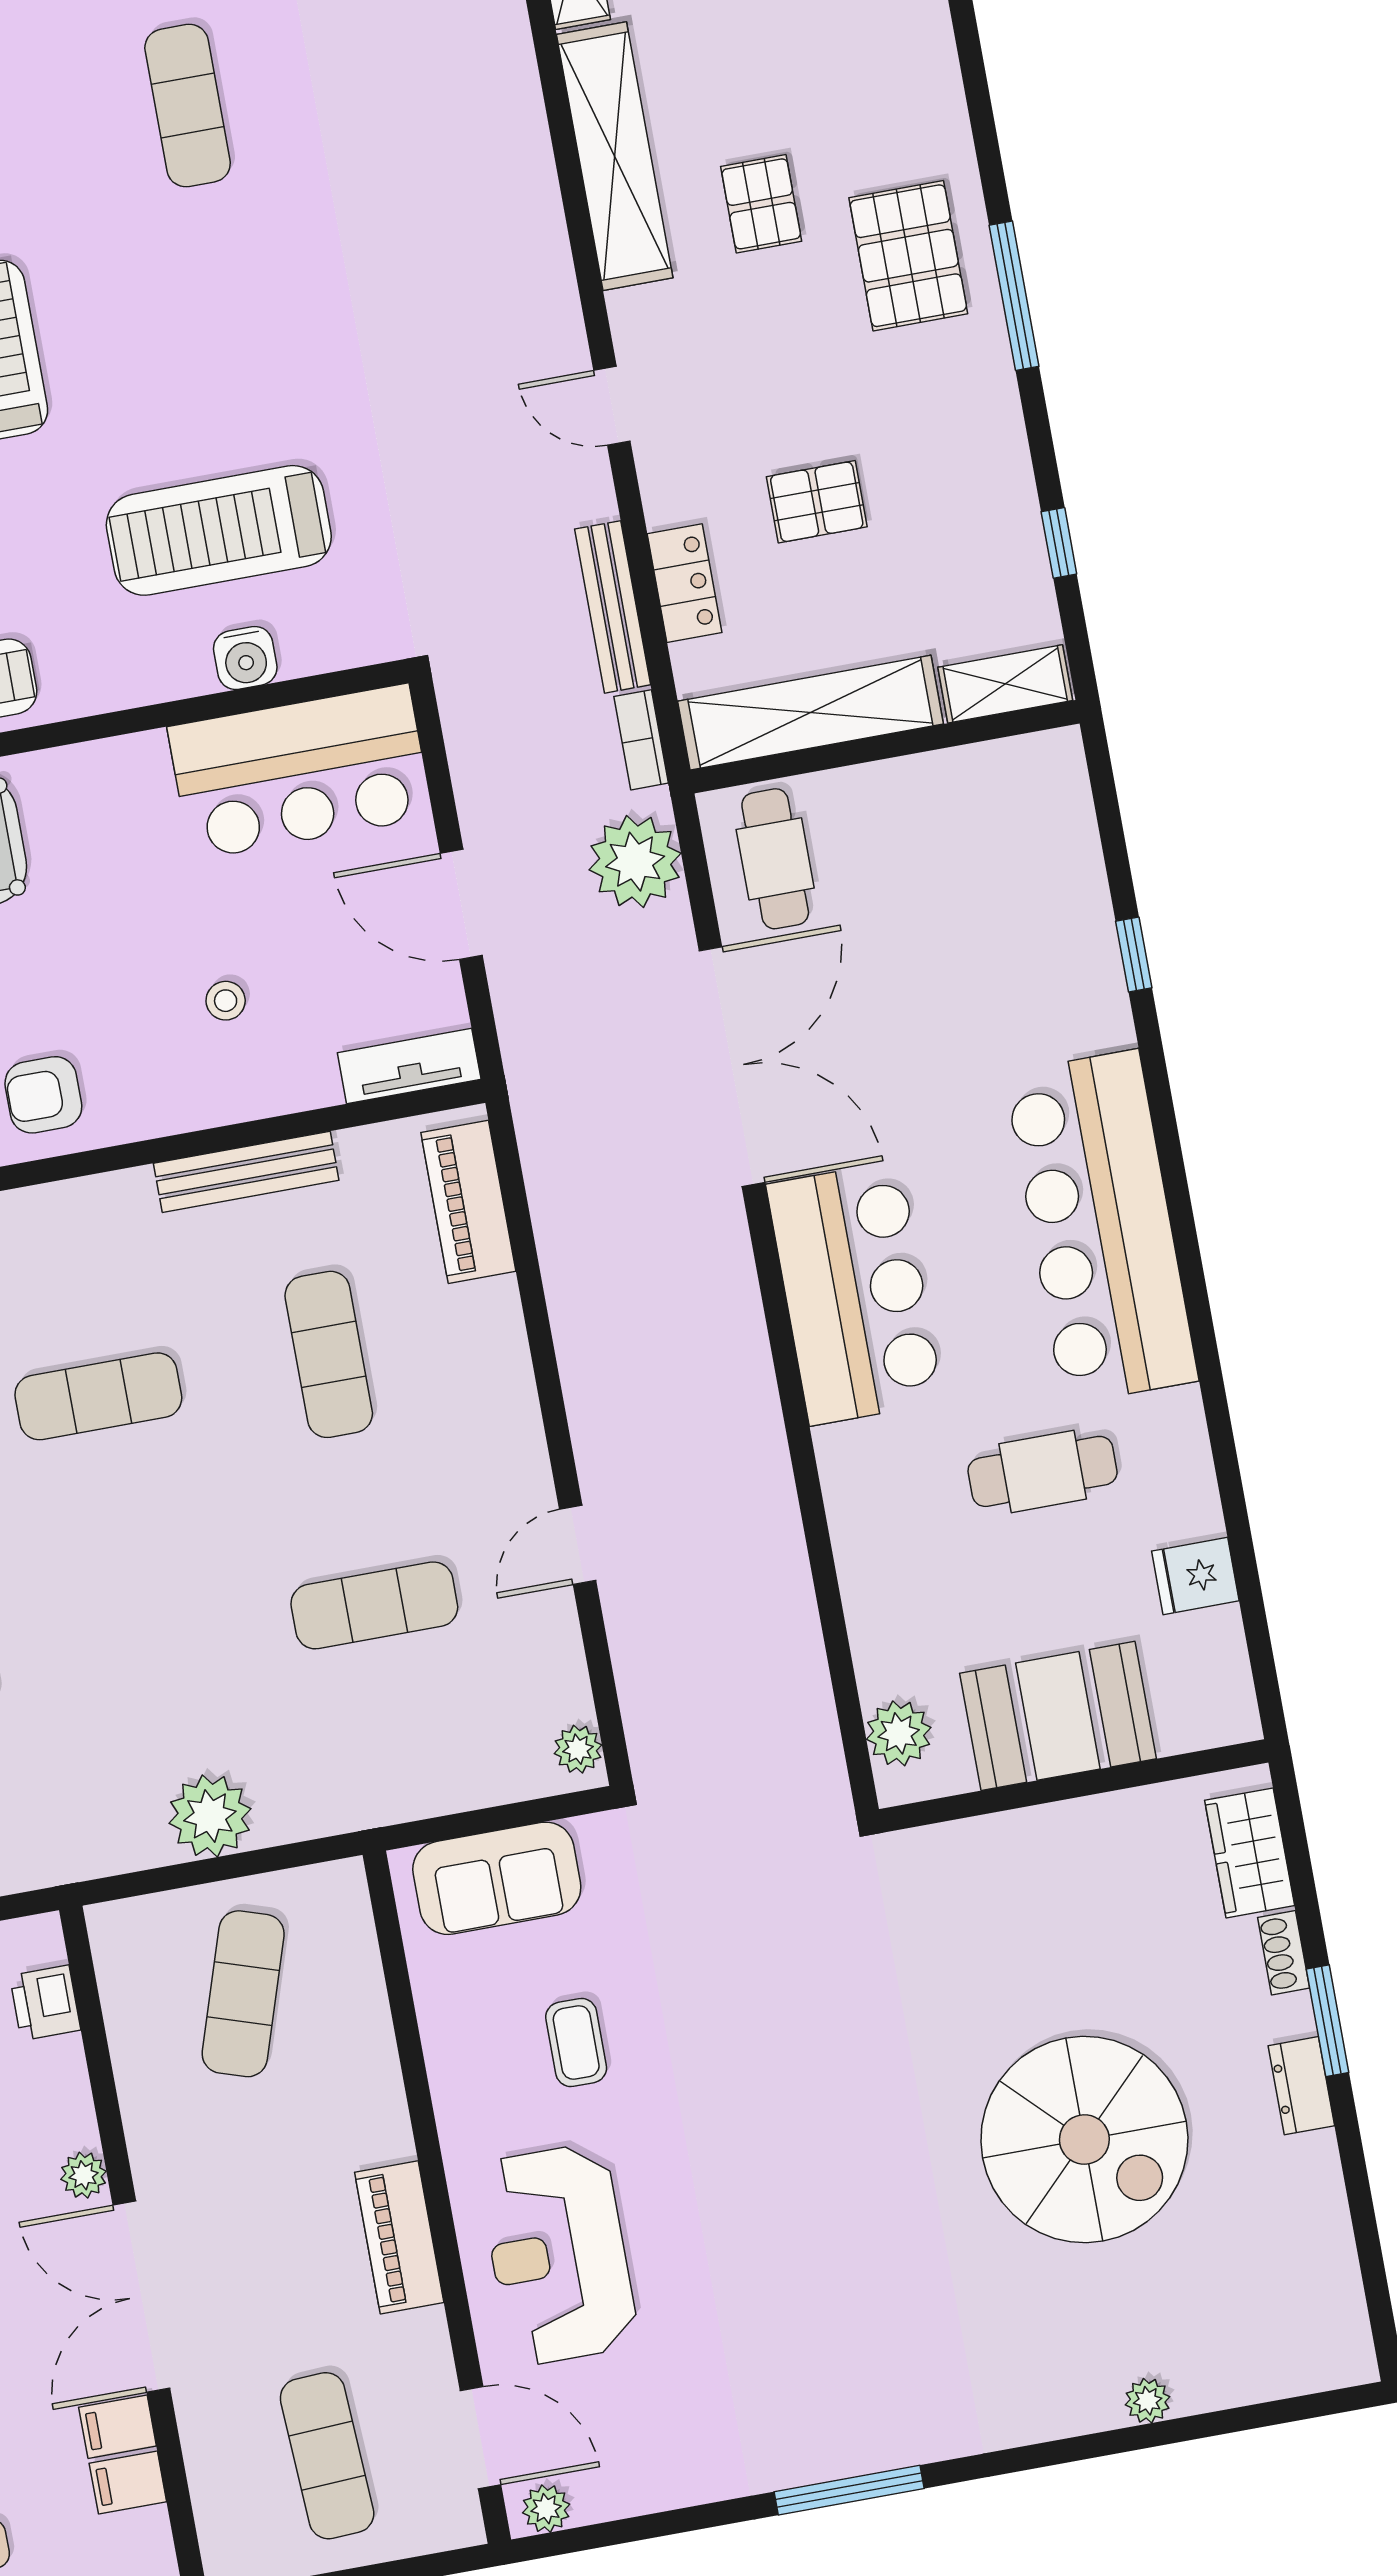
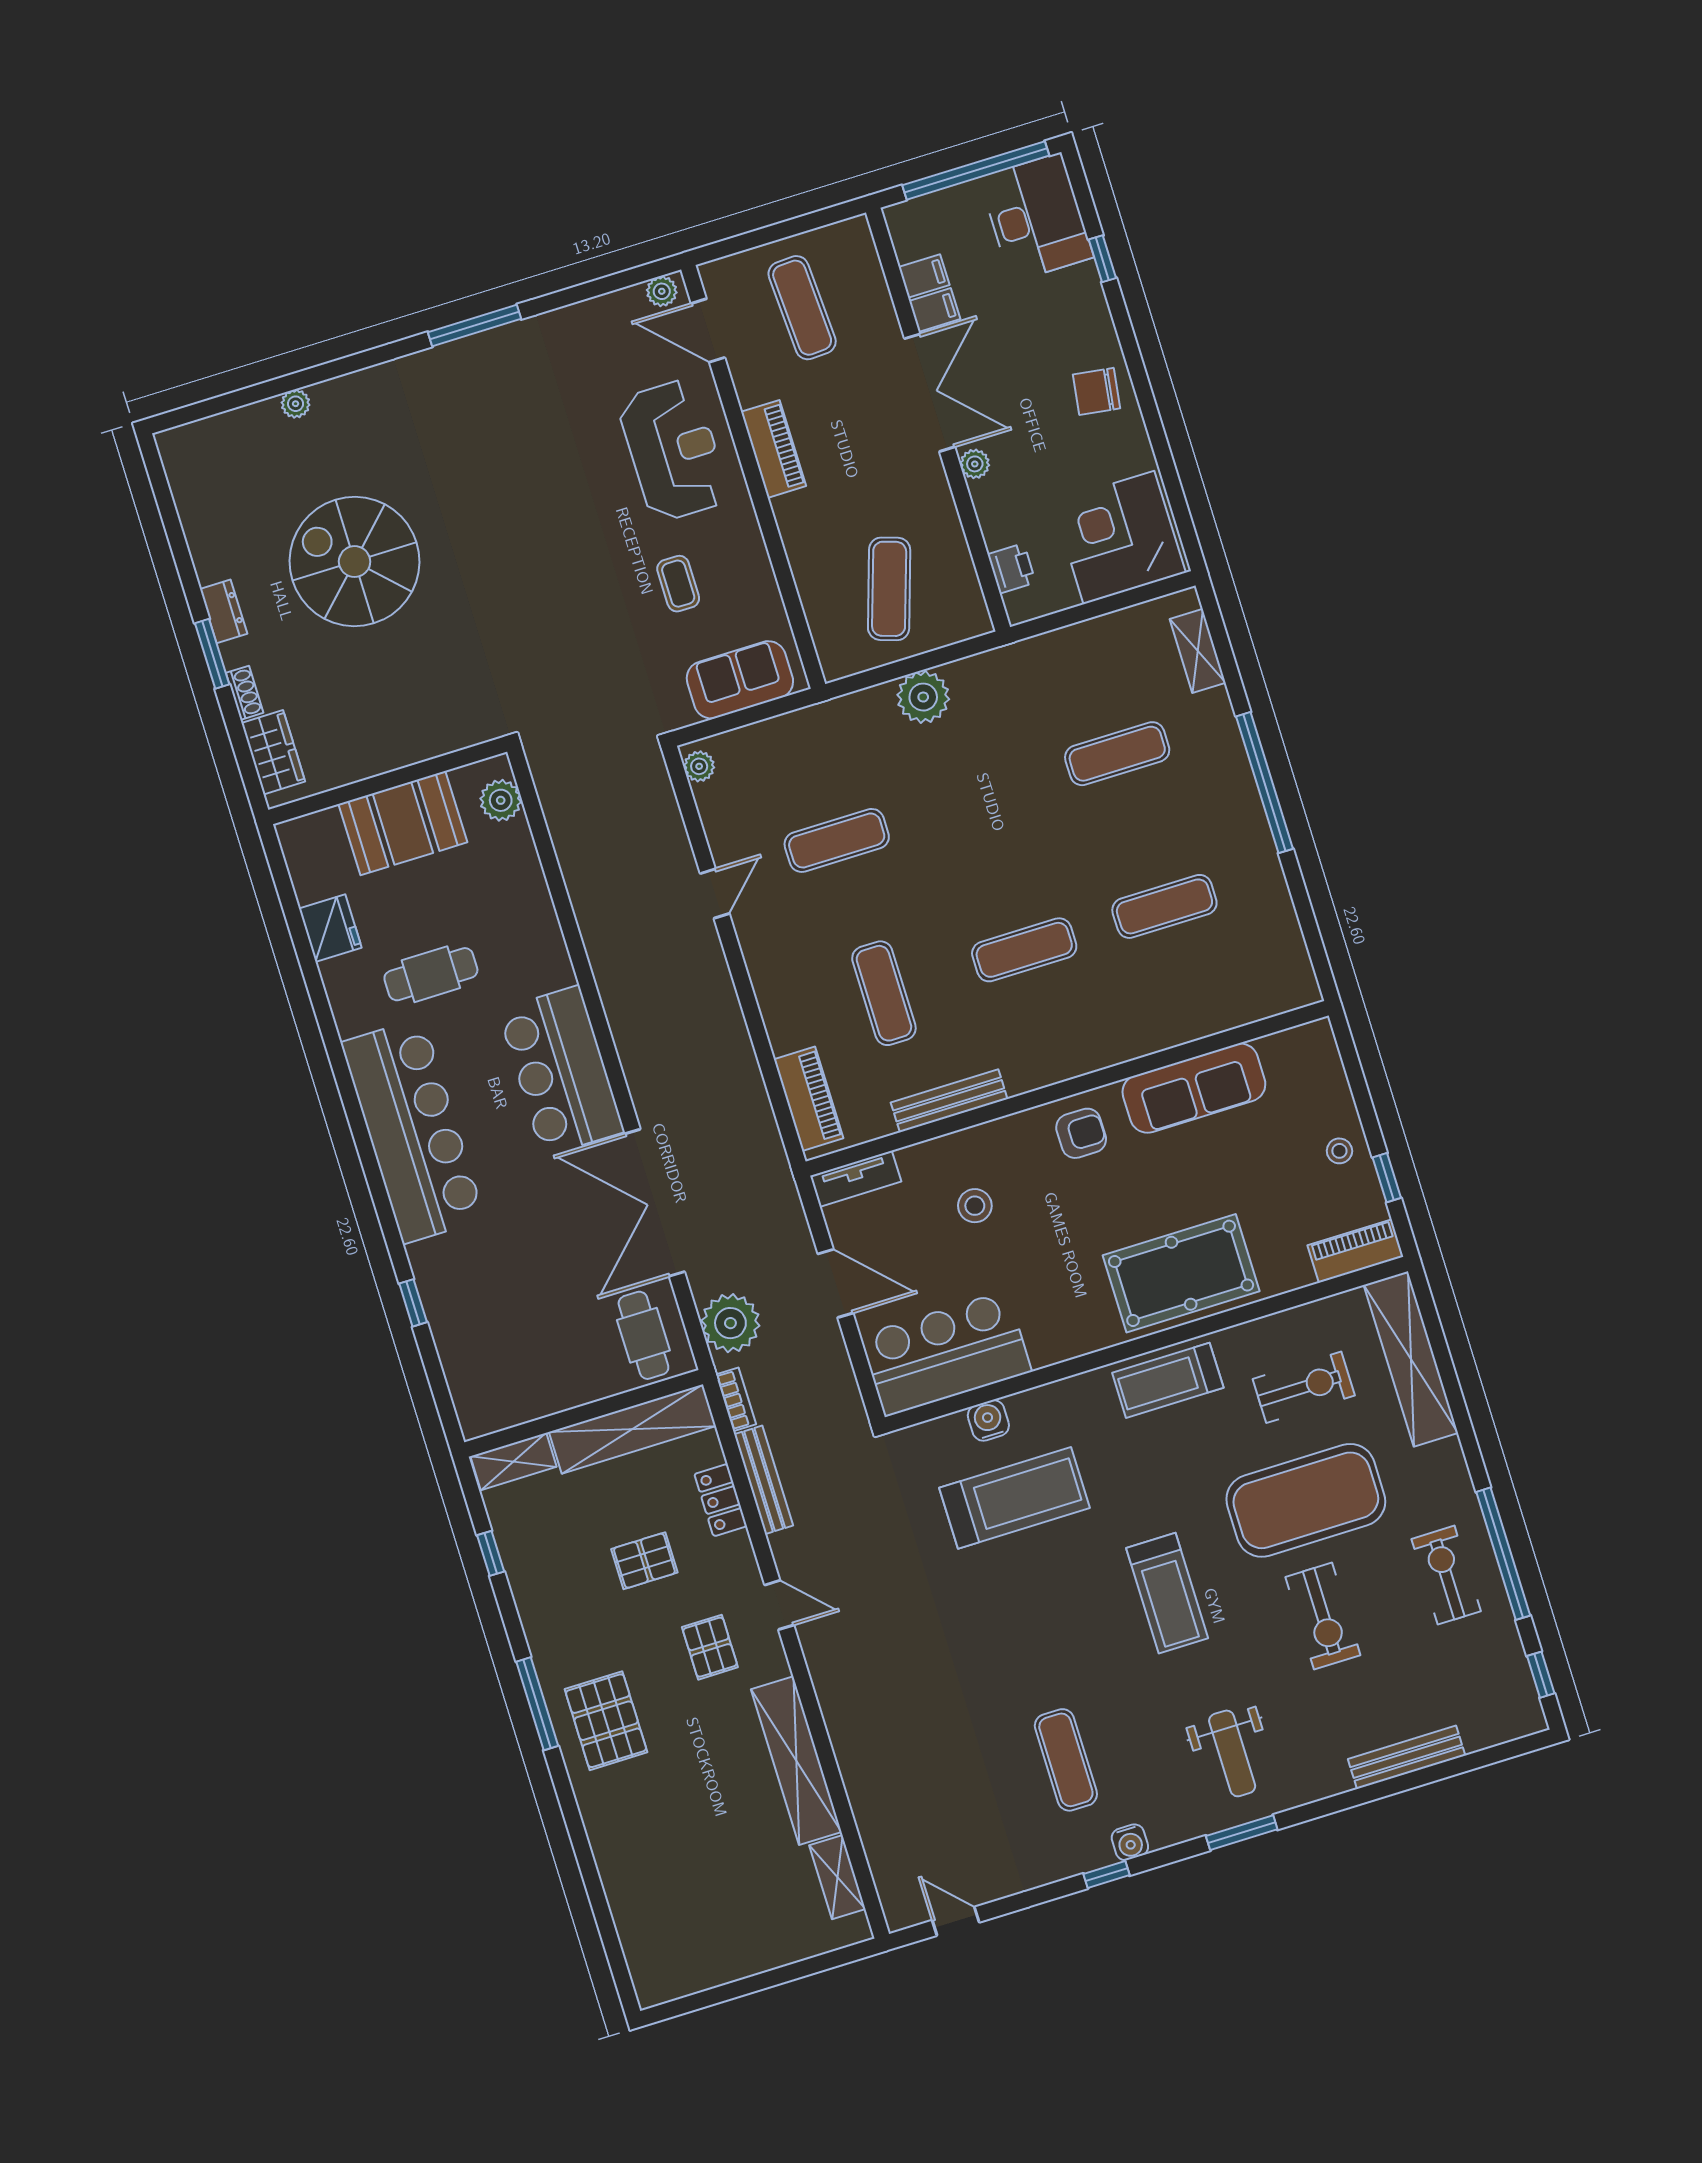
pallet: (761, 204) -> (710, 1647), moved
stool: (226, 1001) -> (975, 1206), width x1.37, depth x1.37
fridge: (1195, 1576) -> (330, 928), width x1.38

